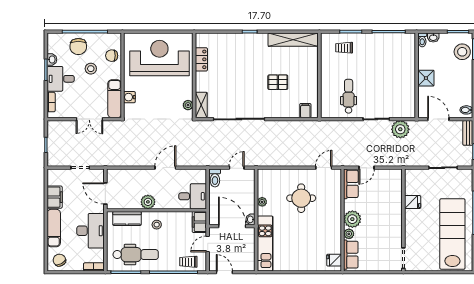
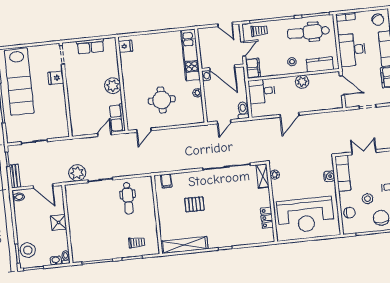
fridge: (413, 202) -> (56, 78), moved
plant: (349, 234) -> (114, 72), removed
row of seats: (351, 255) -> (90, 46), moved, turned -90

